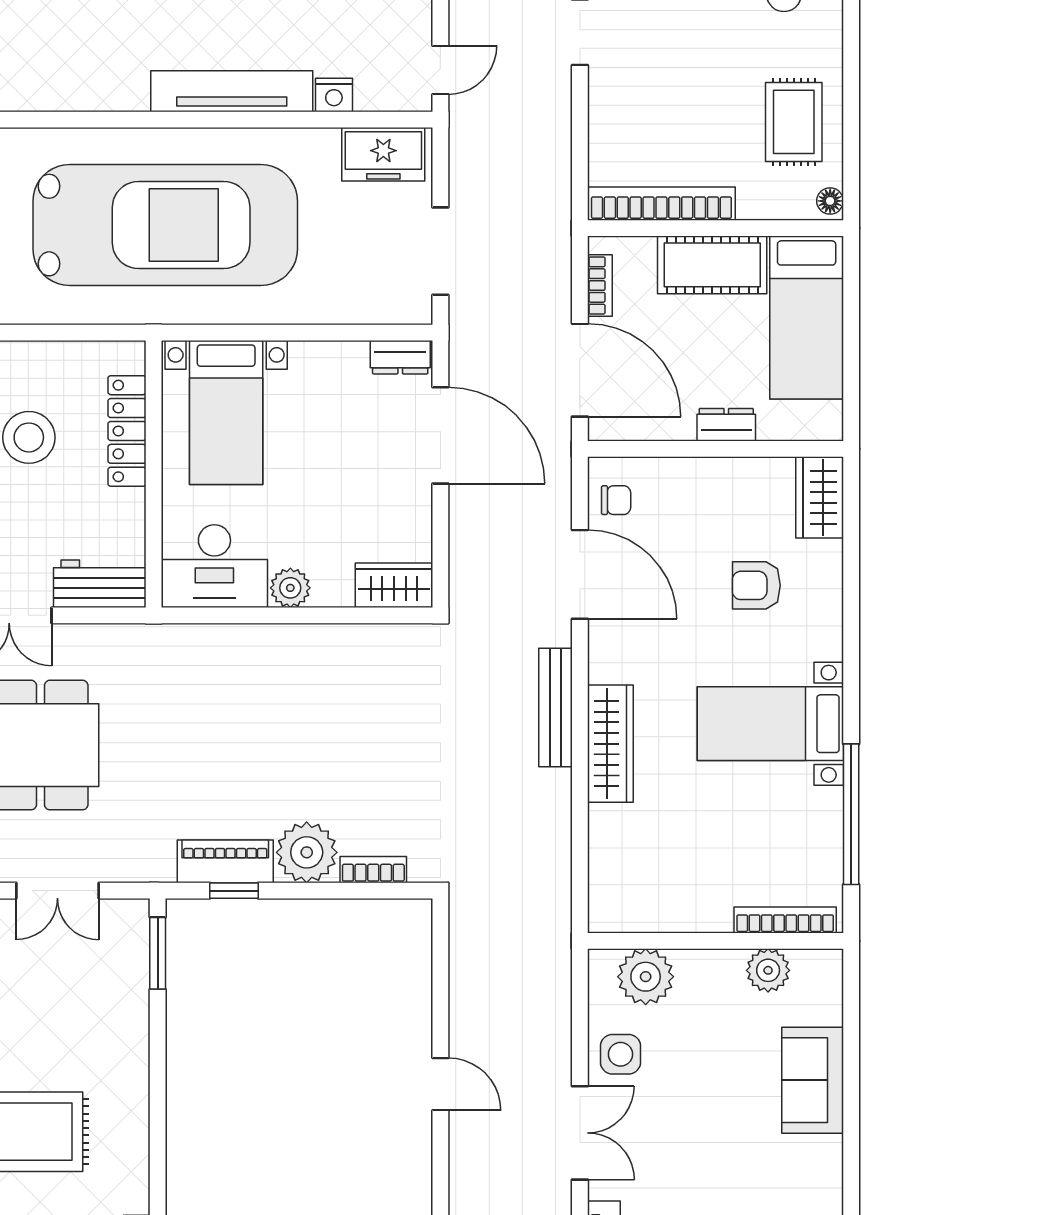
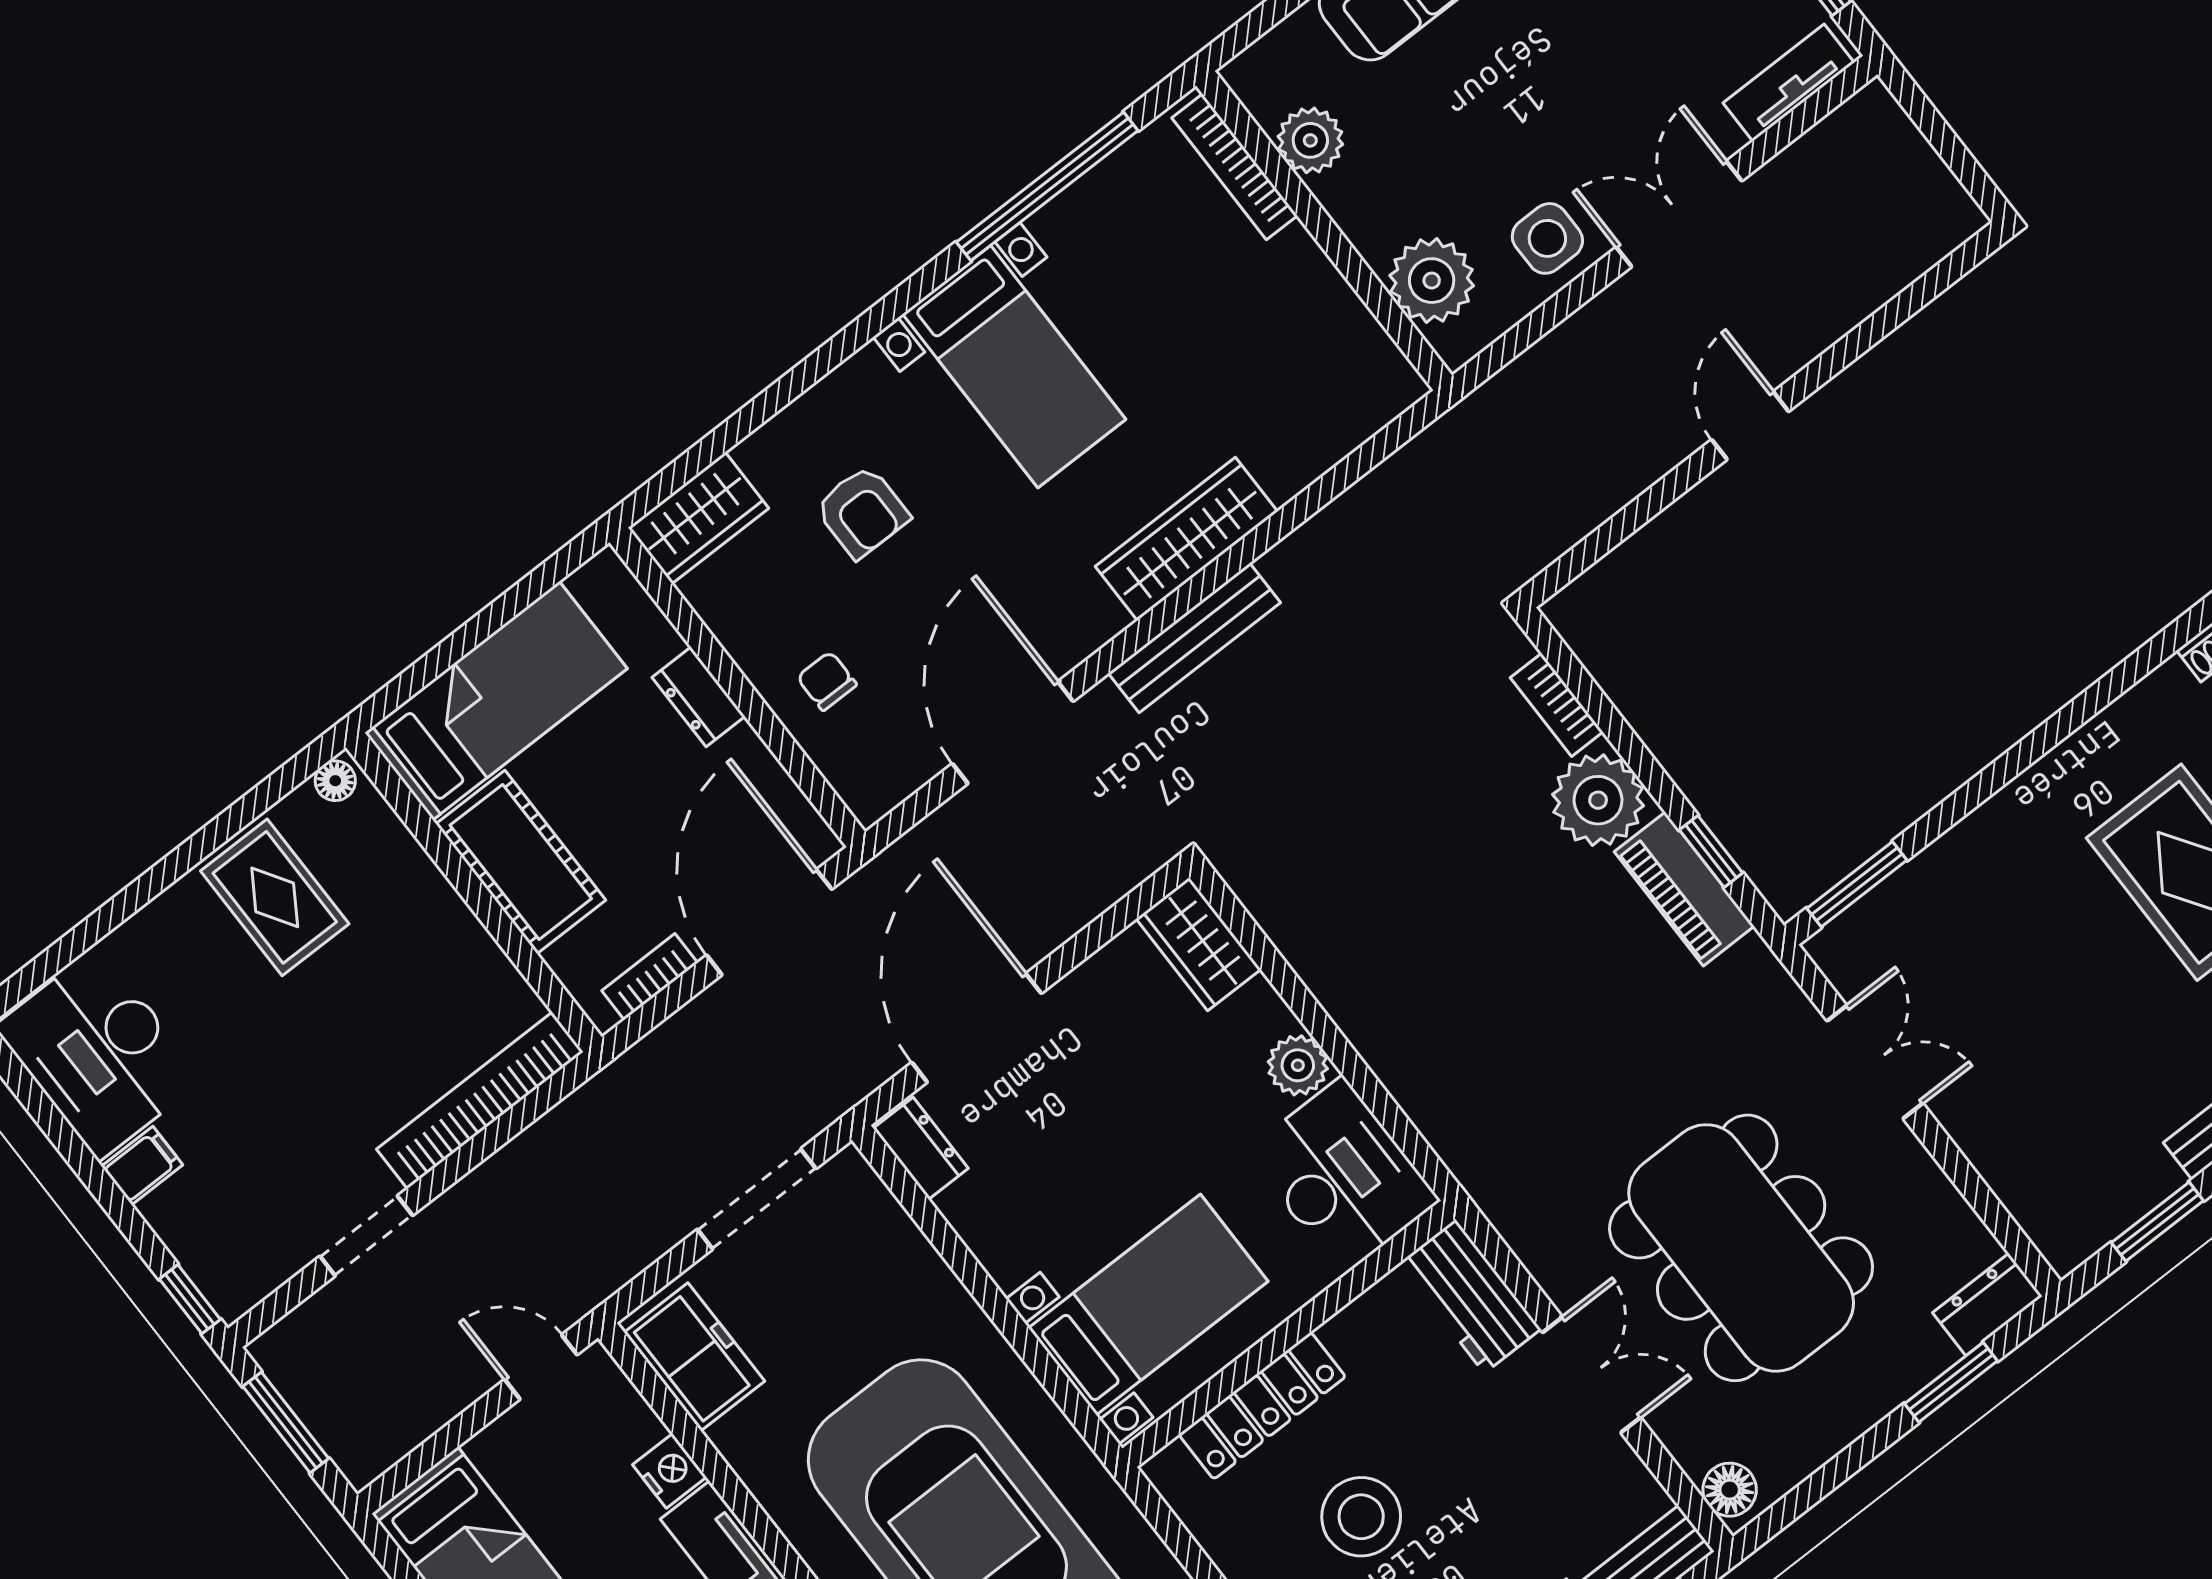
rug: (794, 122) -> (275, 897), turned 90
bookcase: (661, 204) -> (480, 1100), moved, turned 90
chair: (616, 500) -> (827, 681), moved

